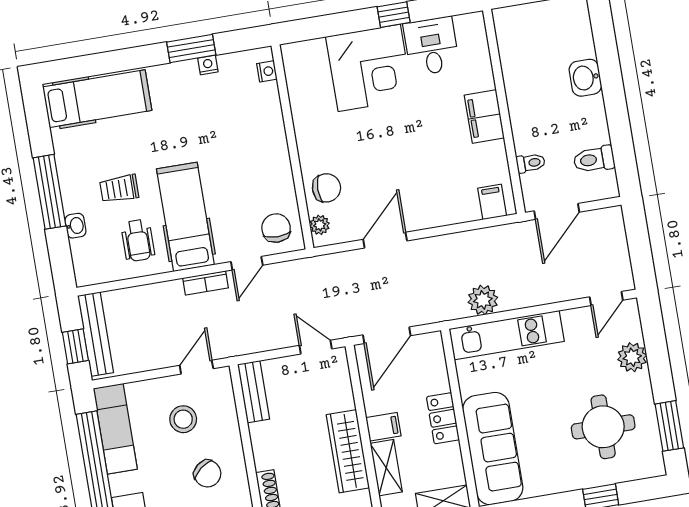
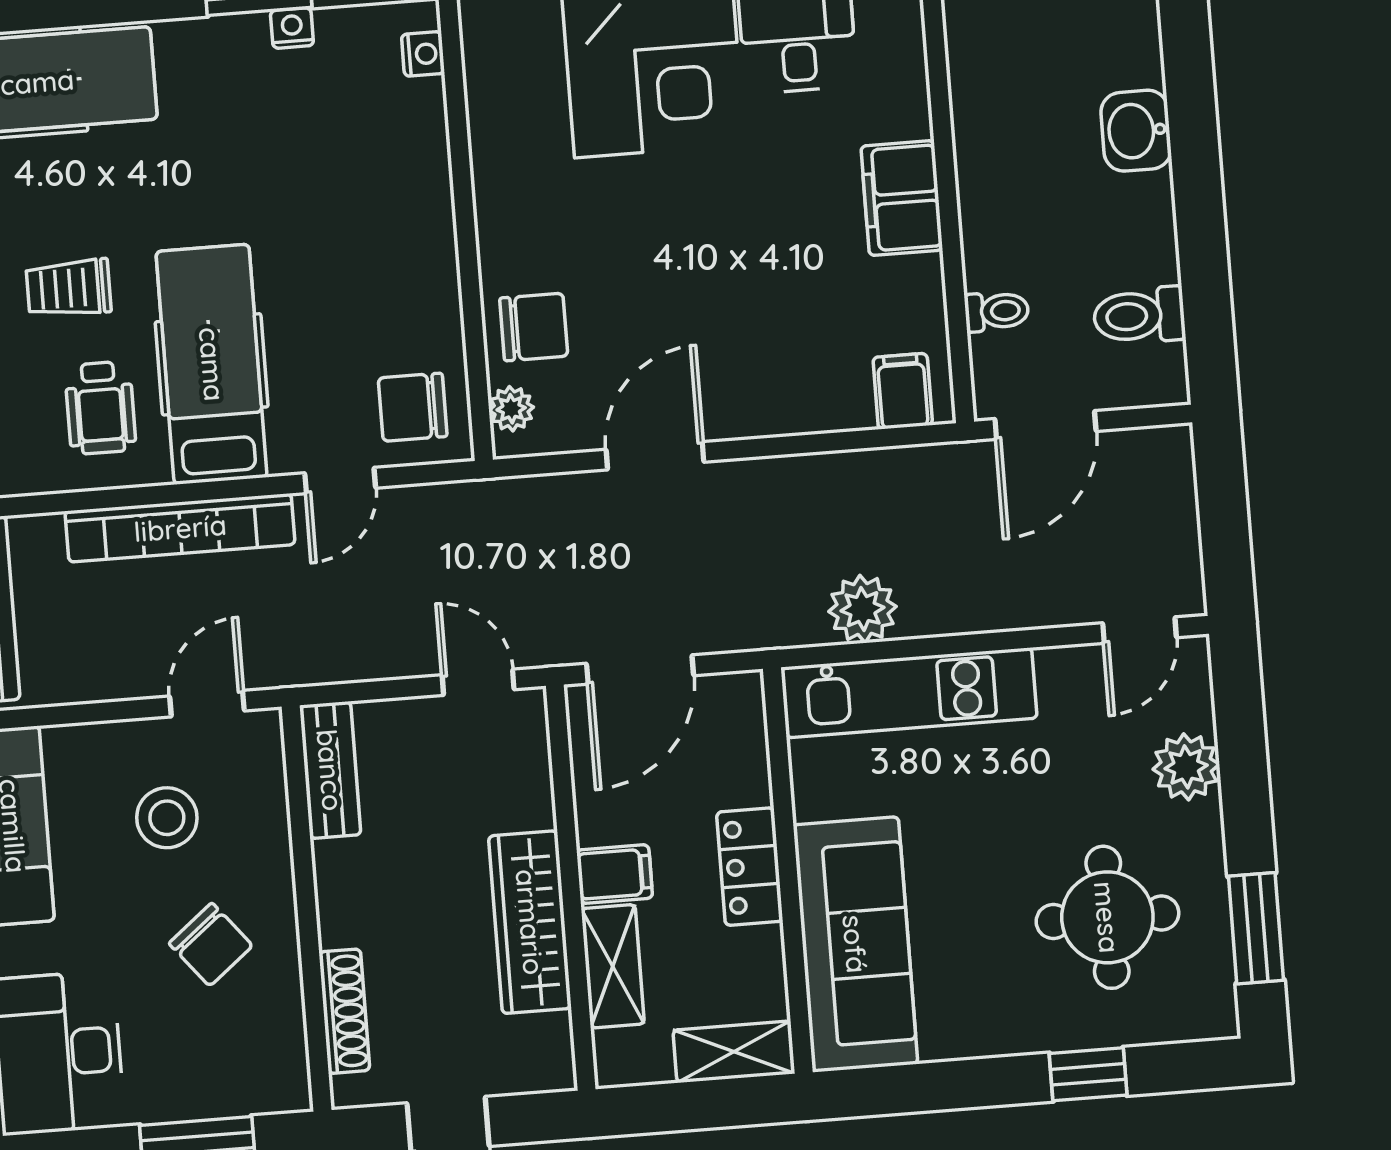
chair: (276, 228) -> (413, 407), turned -90
bookcase: (205, 283) -> (180, 528), width x2.31, depth x1.31

